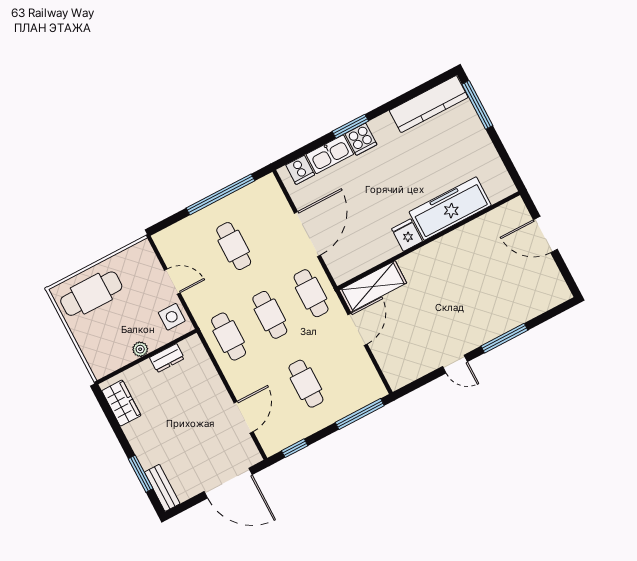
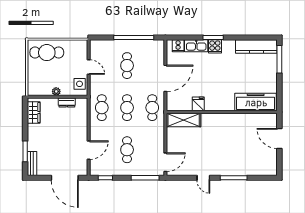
freezer: (450, 209) -> (256, 102), moved
fridge: (407, 235) -> (198, 104), moved
door: (357, 329) -> (165, 162), moved

